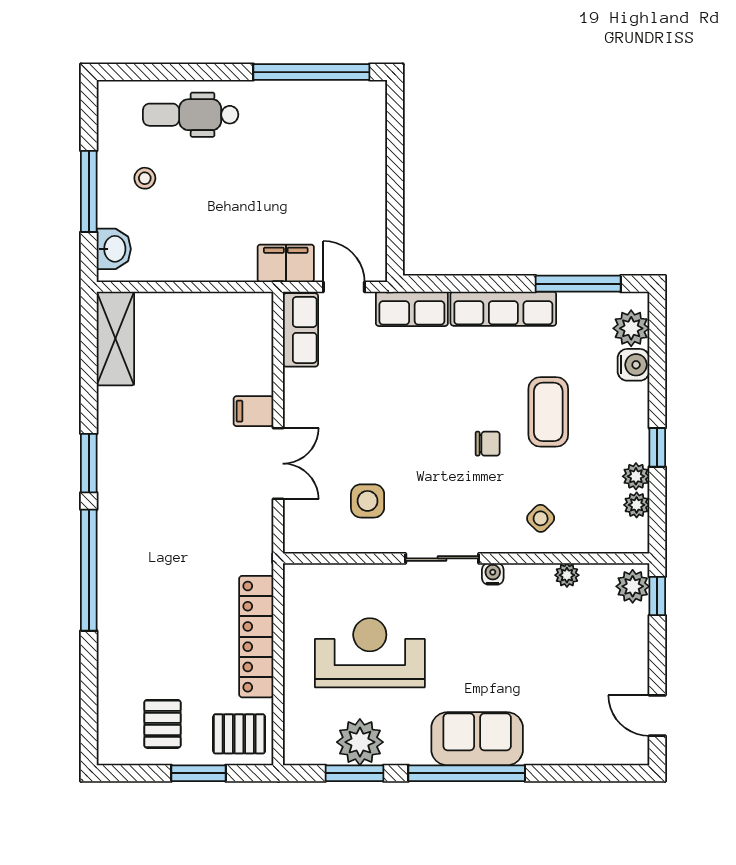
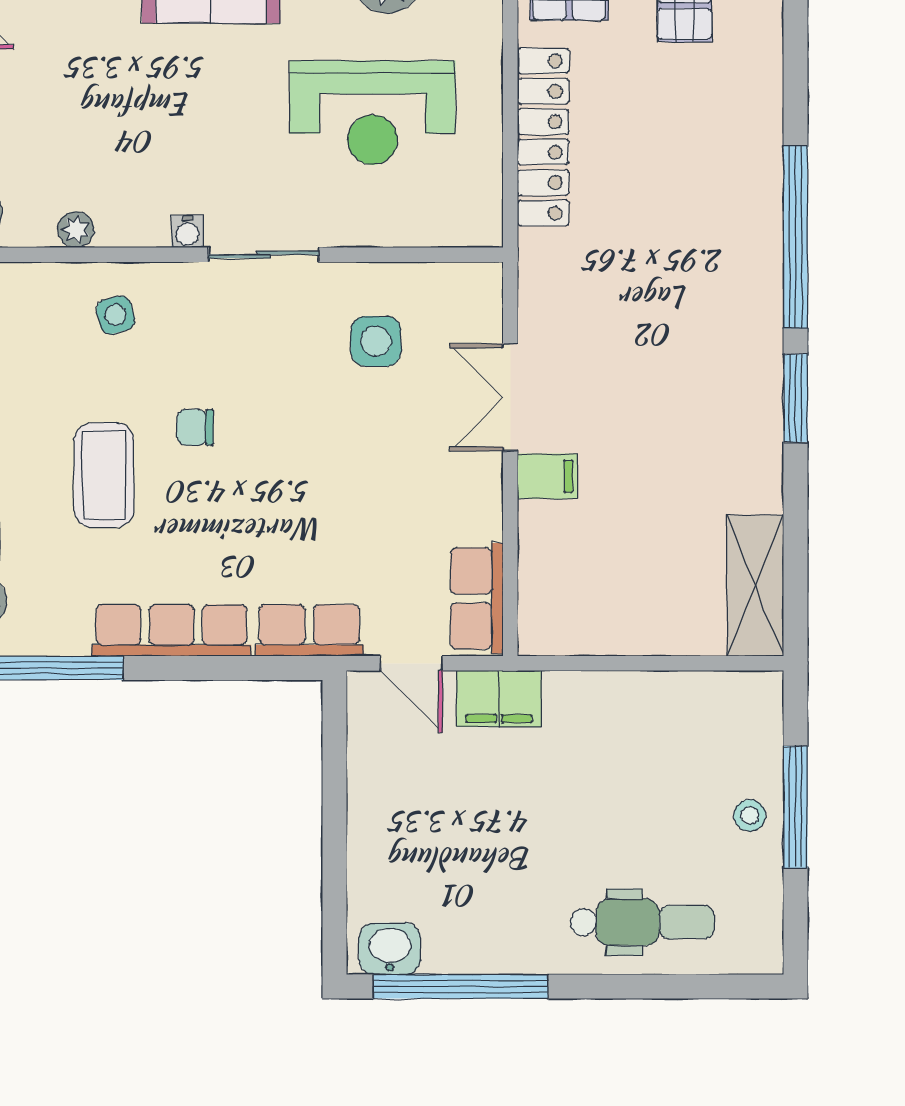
stool: (145, 178) -> (750, 815), moved
washbasin: (114, 249) -> (390, 949), moved, turned 90
side table: (541, 518) -> (116, 315), turned 31

